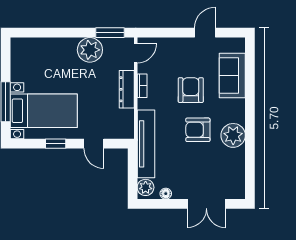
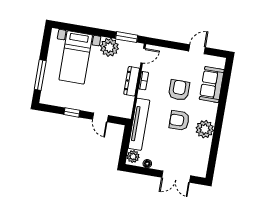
bed with nightstands: (44, 111) -> (76, 57), moved, turned 90

